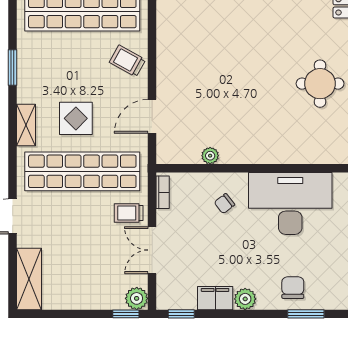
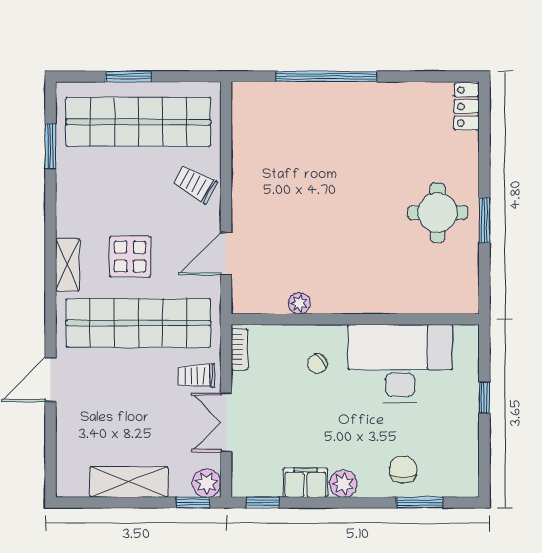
window: (13, 68) -> (50, 146), moved
shelving: (29, 279) -> (129, 482), moved, turned 90

